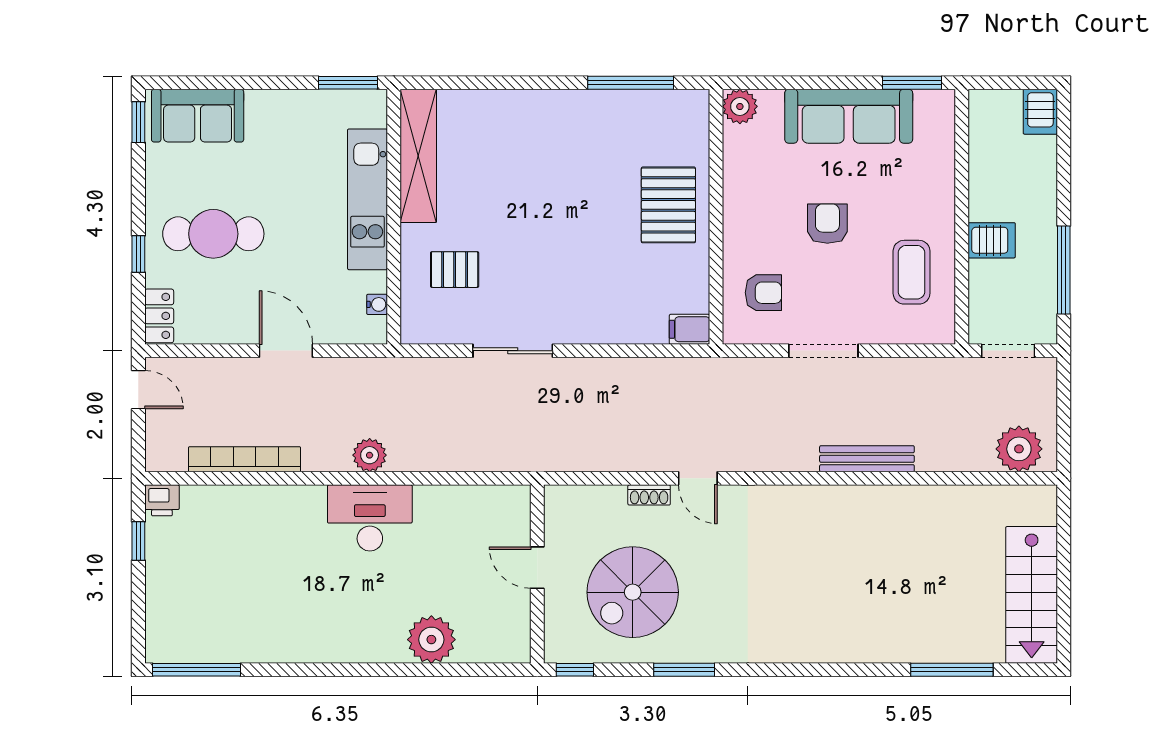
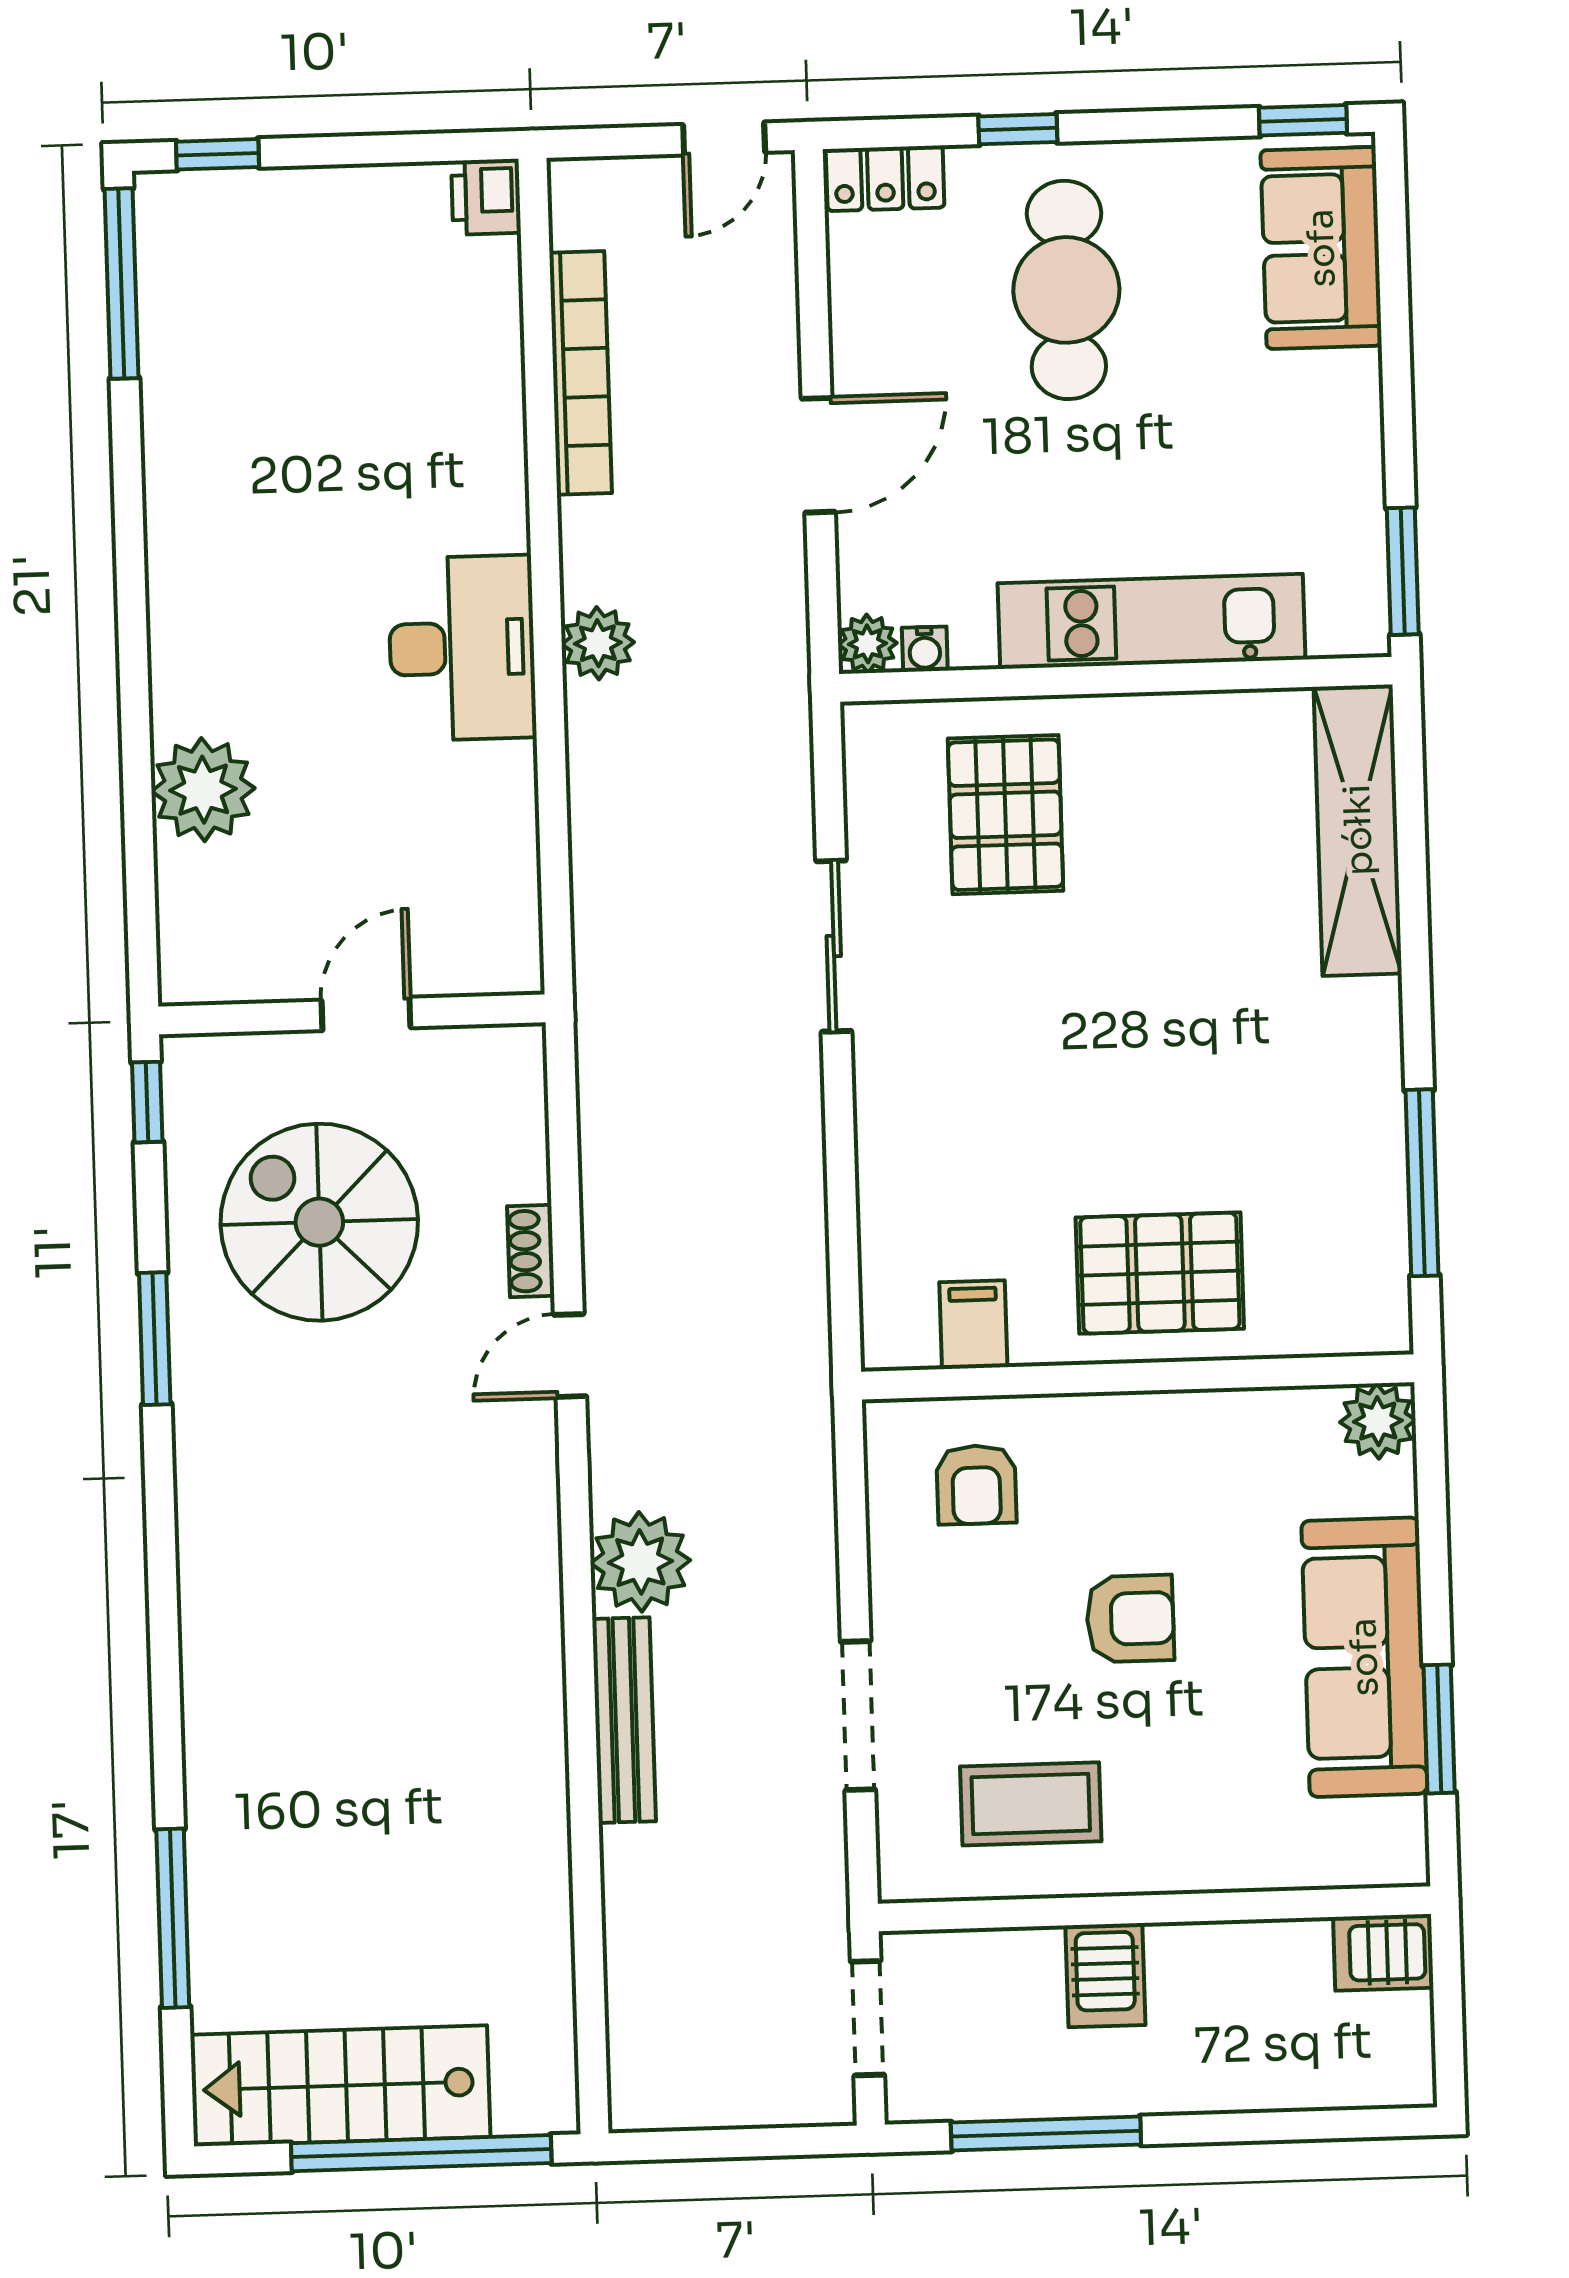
window: (912, 83) -> (1439, 1729), moved
server rack: (1040, 112) -> (1383, 1952), moved
shelving: (418, 156) -> (1358, 830), moved, turned 90
pallet: (455, 270) -> (1006, 815), width x1.50, depth x1.42
filing cabinet: (690, 329) -> (973, 1325), moved
plant: (374, 331) -> (867, 644), added
doorway: (823, 351) -> (858, 1716), moved
plant: (1019, 449) -> (640, 1562), moved
window: (138, 541) -> (218, 154), moved
window: (1064, 559) -> (421, 2153), added

